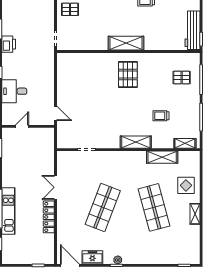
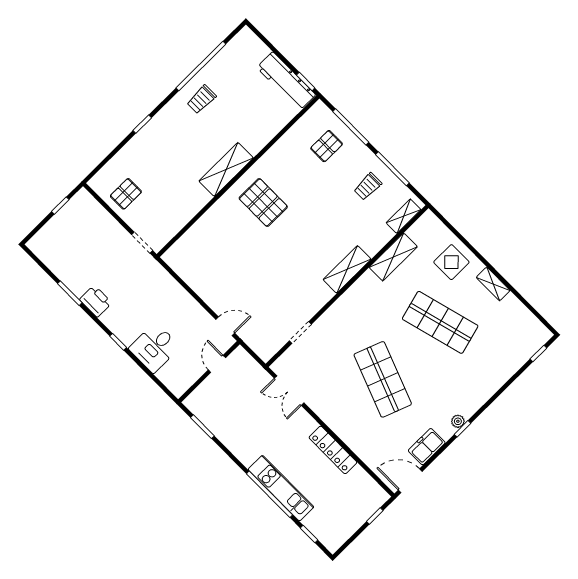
trolley: (161, 116) -> (368, 186), moved
door: (22, 126) -> (217, 364), moved
double door: (56, 187) -> (289, 391), moved

